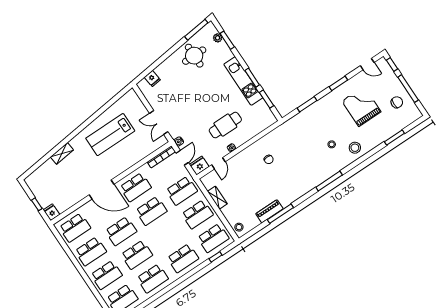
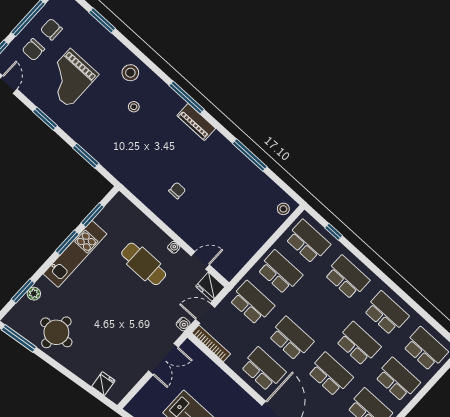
plant: (218, 38) -> (34, 294), moved
chair: (386, 87) -> (33, 50), added
shelving: (217, 198) -> (249, 250), removed
piano: (269, 211) -> (196, 122), moved

